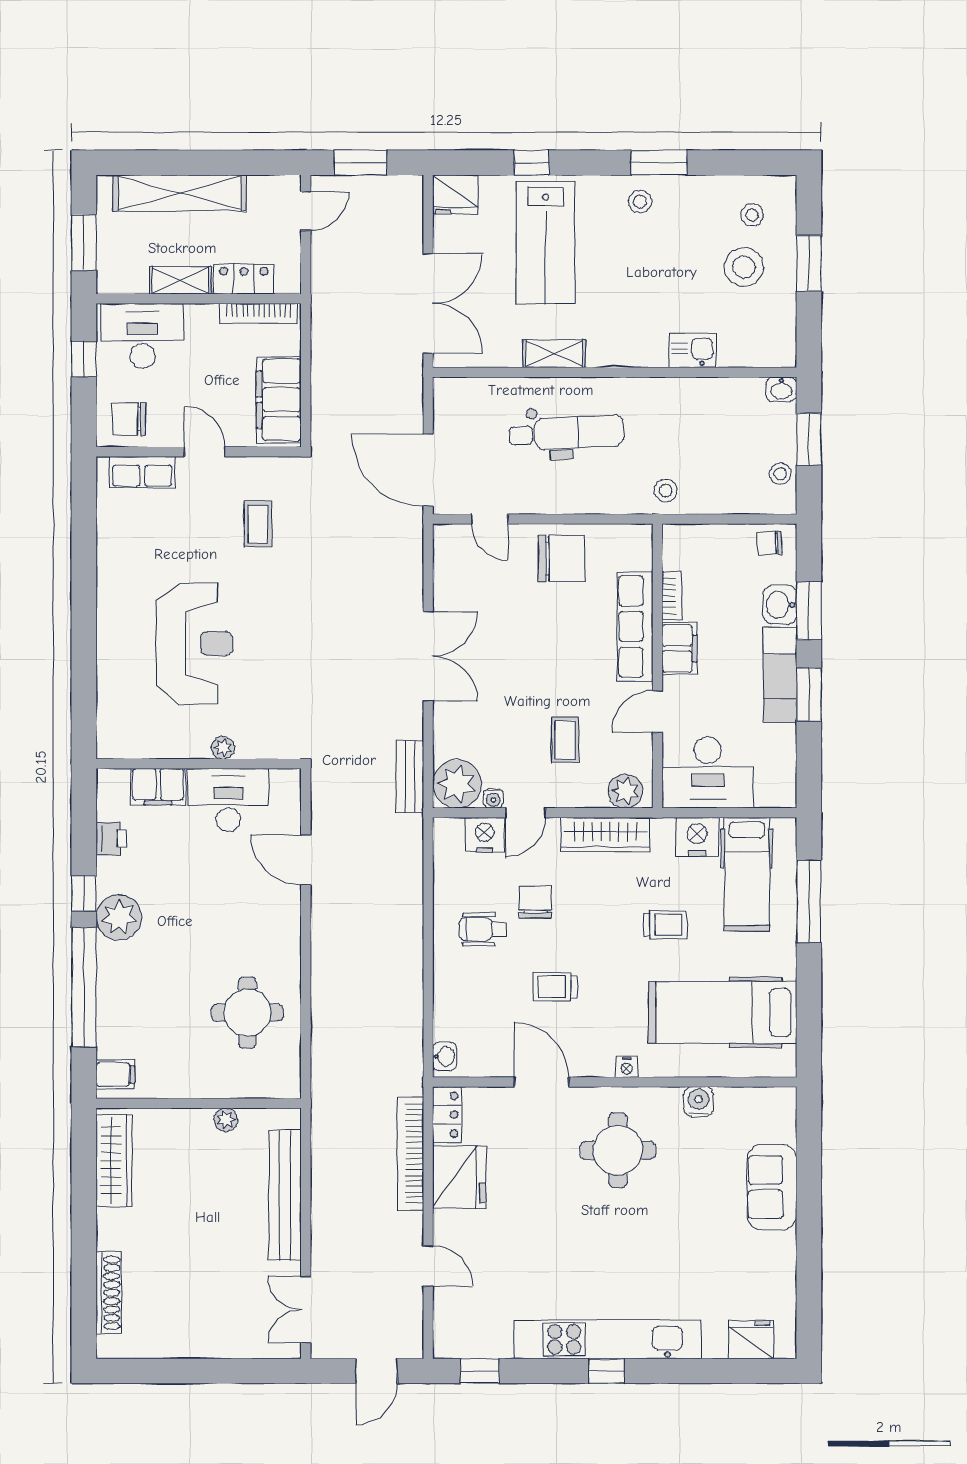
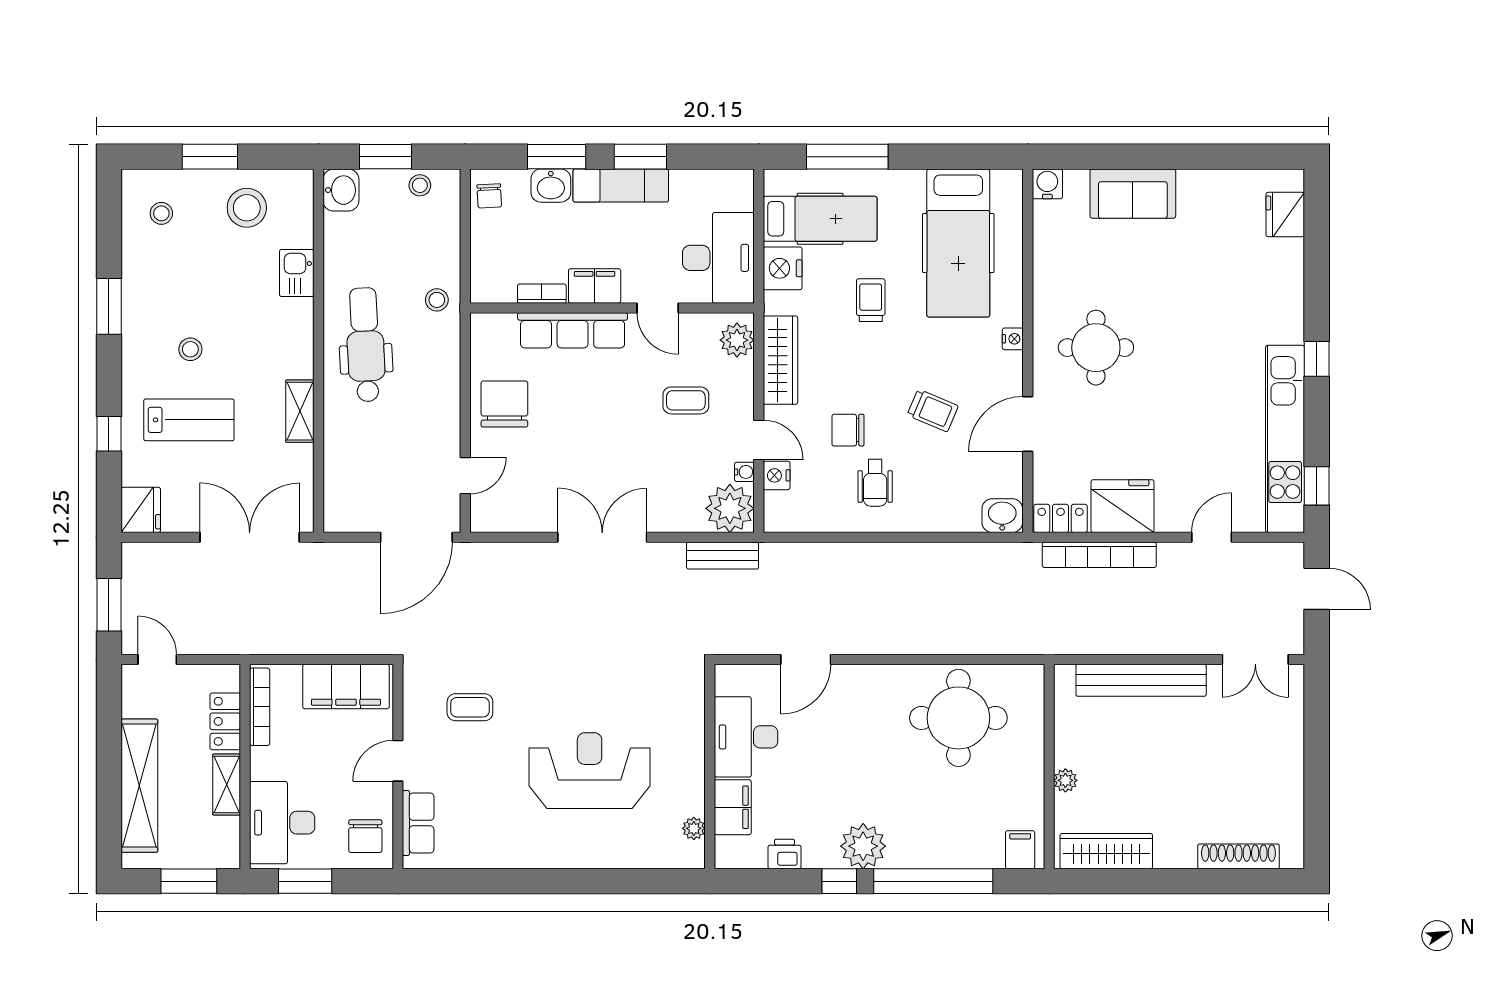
stool: (640, 202) -> (190, 349), moved
lab bench: (546, 243) -> (189, 420), width x0.73, depth x0.72
stool: (744, 267) -> (247, 208), moved
window: (84, 359) -> (305, 881), width x1.50
washbasin: (781, 389) -> (341, 190), width x1.38, depth x1.45
dental chair: (567, 433) -> (365, 345), moved
plant: (223, 748) -> (694, 828), moved
nightstand: (485, 835) -> (777, 475), width x0.74, depth x0.75
trolley: (555, 987) -> (933, 410), turned -67
round table: (247, 1013) -> (958, 718), width x1.36, depth x1.36
washbasin: (444, 1056) -> (1002, 516), width x1.38, depth x1.45
water cooler: (699, 1102) -> (1047, 184), moved, turned 90
plant: (226, 1120) -> (1065, 780), moved
kitchen unit: (607, 1339) -> (1285, 439), moved

